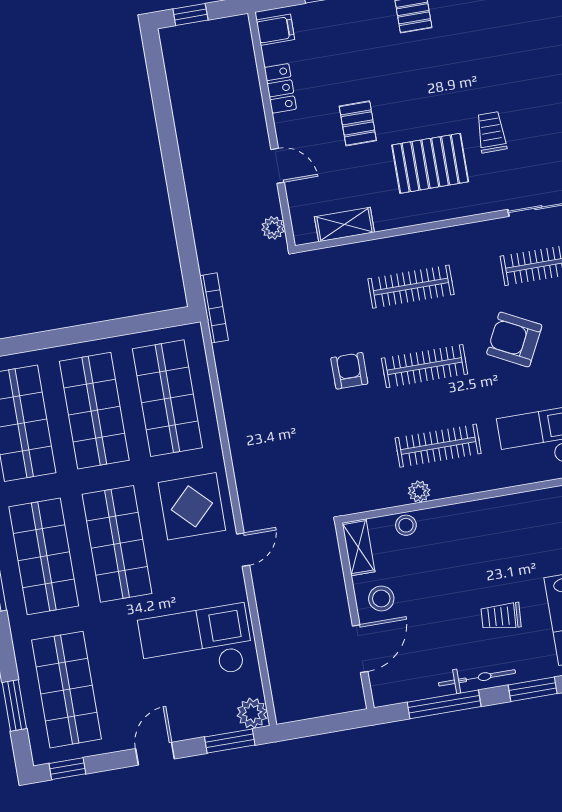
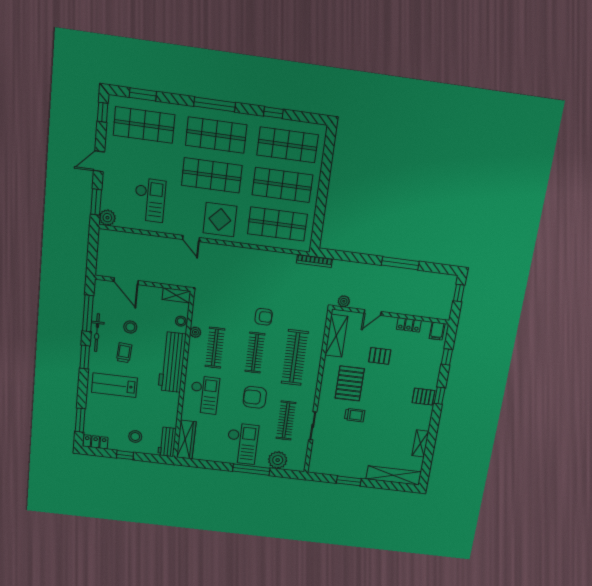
window: (169, 145) -> (400, 263), added
shelving: (344, 225) -> (336, 336), width x1.50, depth x1.33
clothes rail: (411, 287) -> (295, 358), width x1.37, depth x1.31
armchair: (514, 340) -> (255, 397), turned -117
workbench: (492, 520) -> (172, 362), added
stool: (381, 598) -> (130, 327), moved
checkout: (196, 644) -> (150, 200), width x0.73, depth x0.83
door: (155, 754) -> (99, 161), swing flipped

